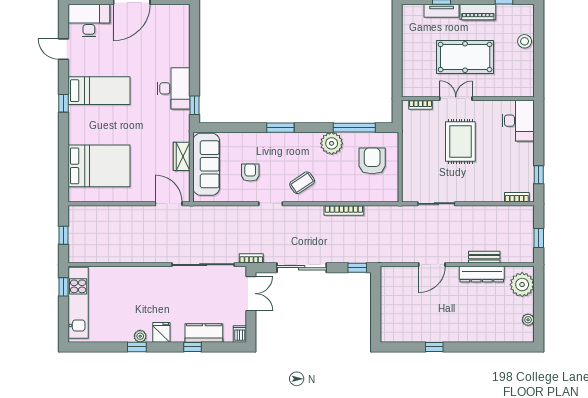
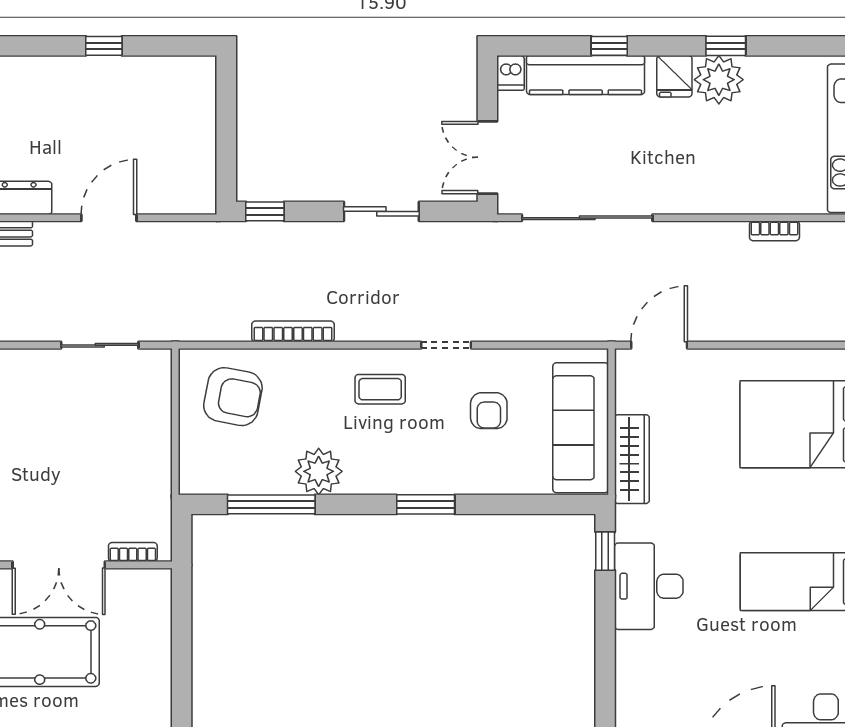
double door: (456, 99) -> (59, 565), width x1.37
rug: (460, 142) -> (49, 475), removed
wardrobe: (182, 156) -> (632, 459), width x1.50
armchair: (372, 161) -> (233, 397), moved, turned -79
coffee table: (302, 183) -> (380, 389), turned 34
door: (169, 204) -> (659, 345), swing flipped
bookcase: (251, 258) -> (774, 231), moved
sliding door: (302, 268) -> (381, 211), width x0.73
kitchen counter: (204, 333) -> (586, 75), width x1.50
plant: (140, 336) -> (719, 80), width x1.88, depth x1.88

